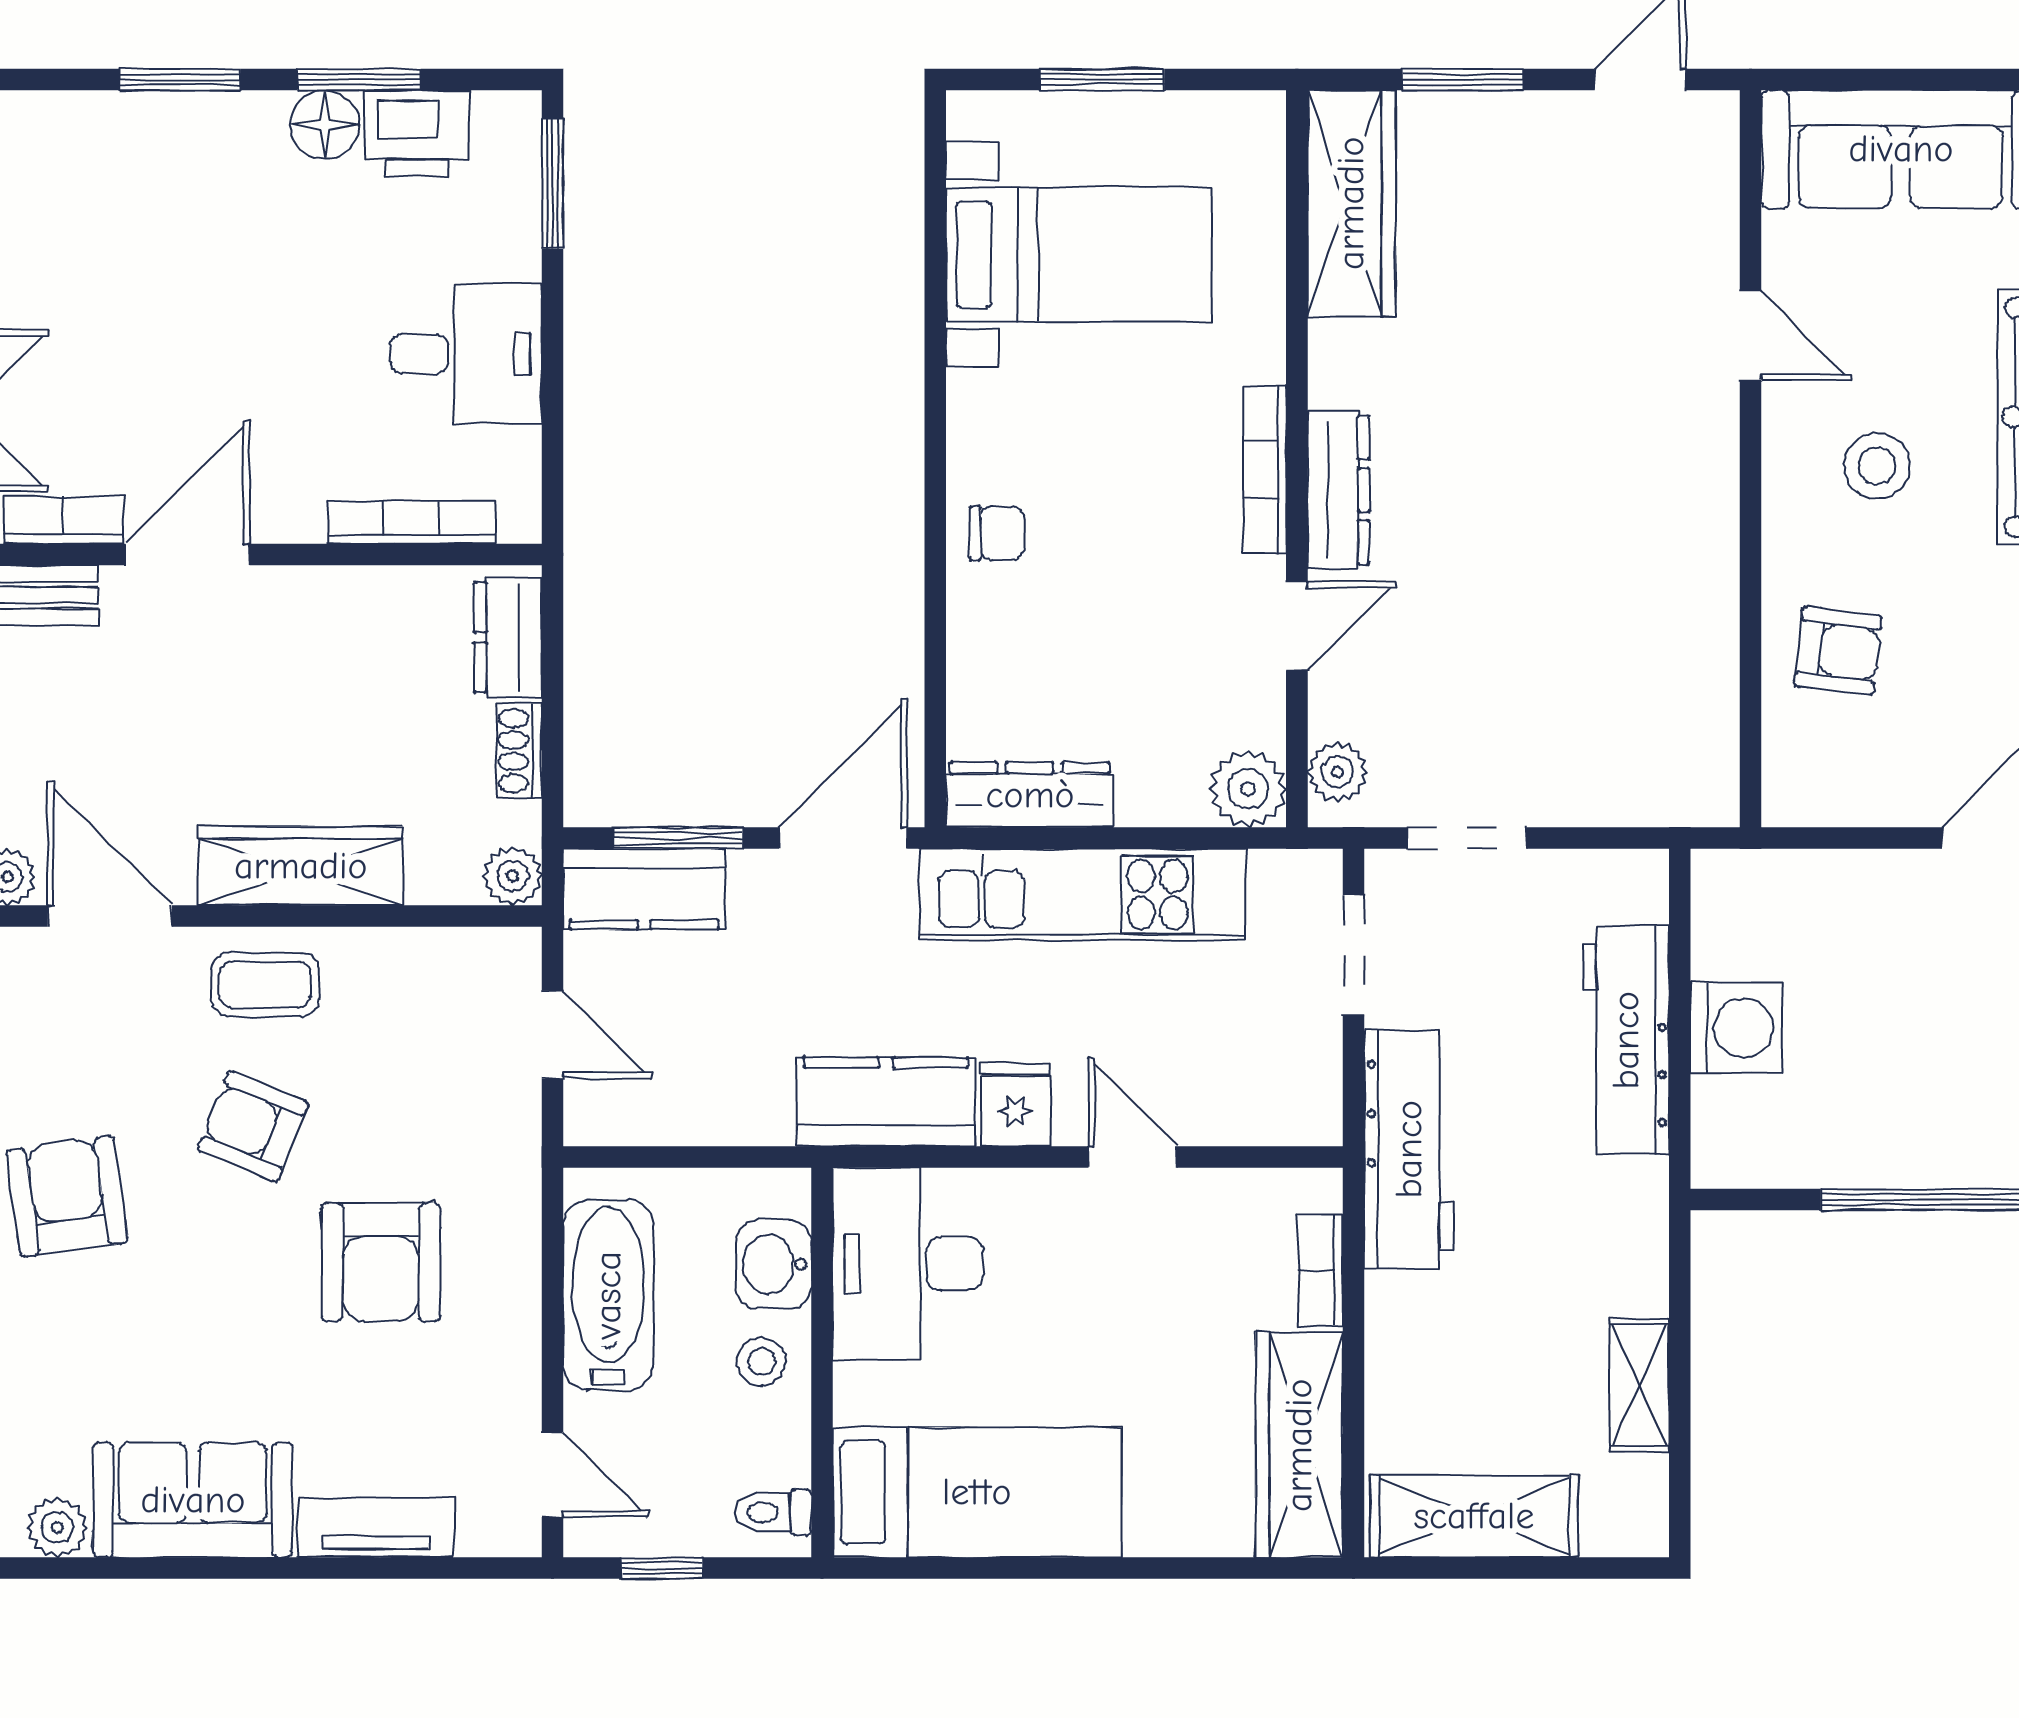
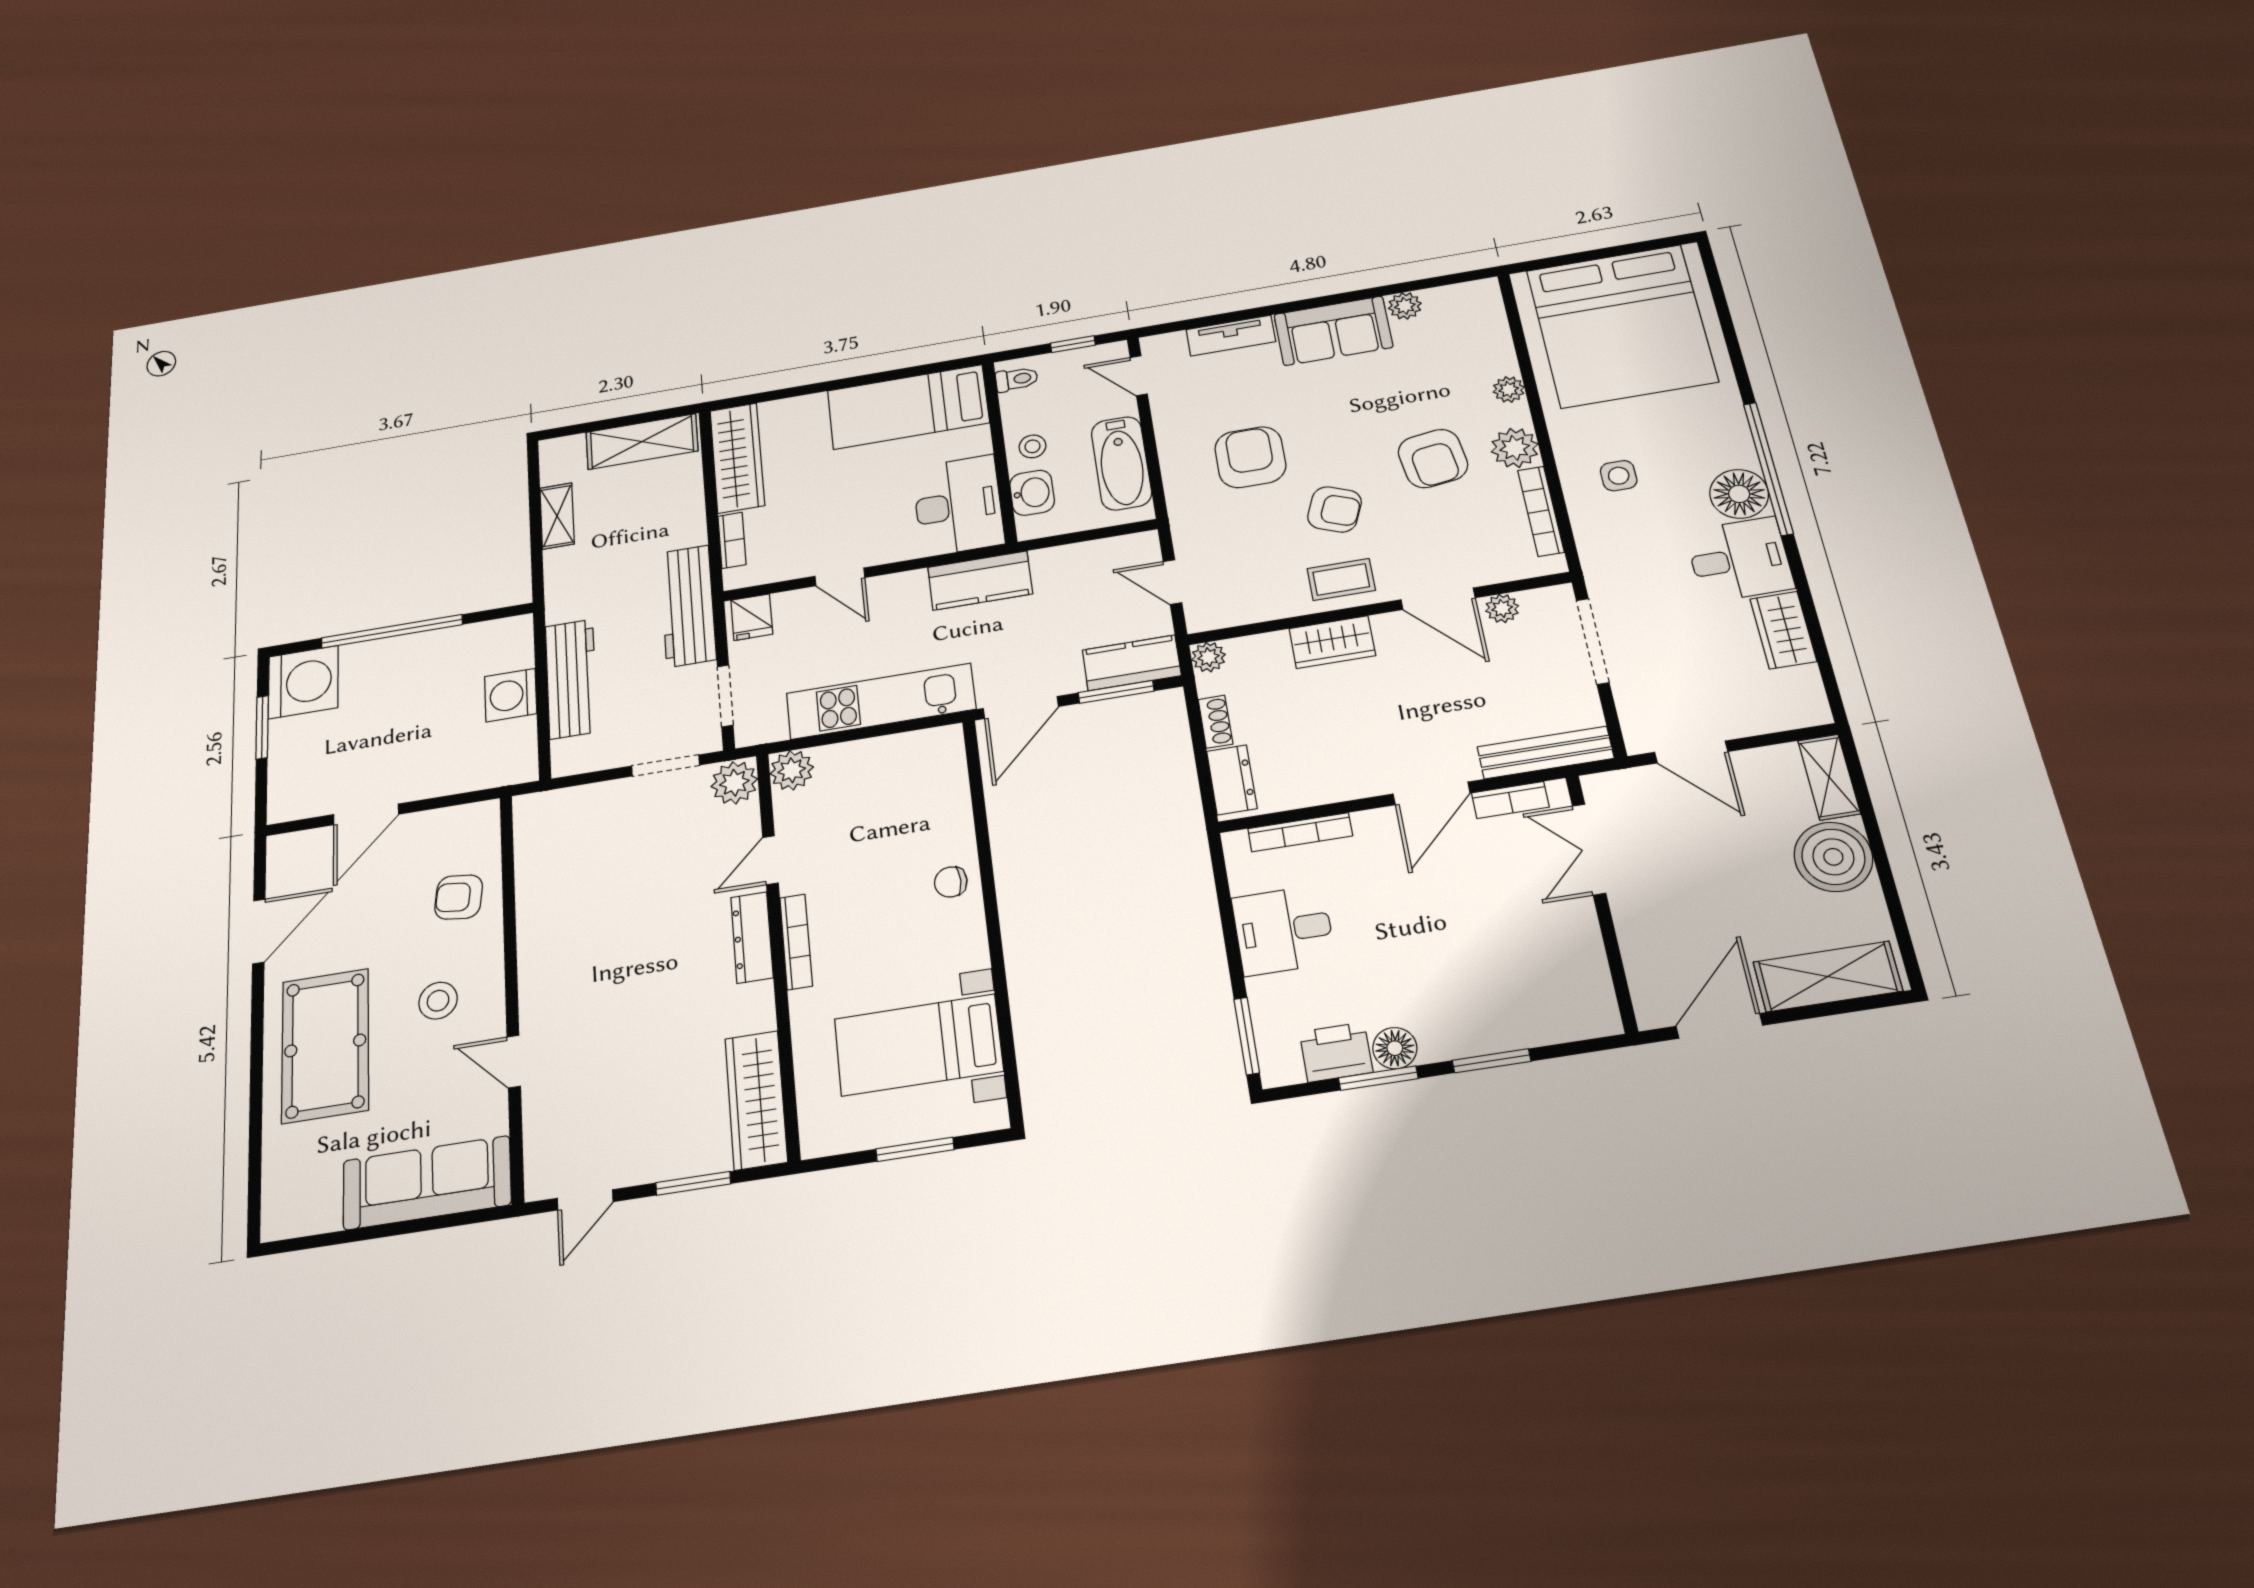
plant: (1337, 772) -> (734, 783), width x1.38, depth x1.38
dresser: (1030, 795) -> (916, 747), removed
wardrobe: (301, 866) -> (1332, 642), width x0.67
fridge: (1015, 1105) -> (752, 617), moved

